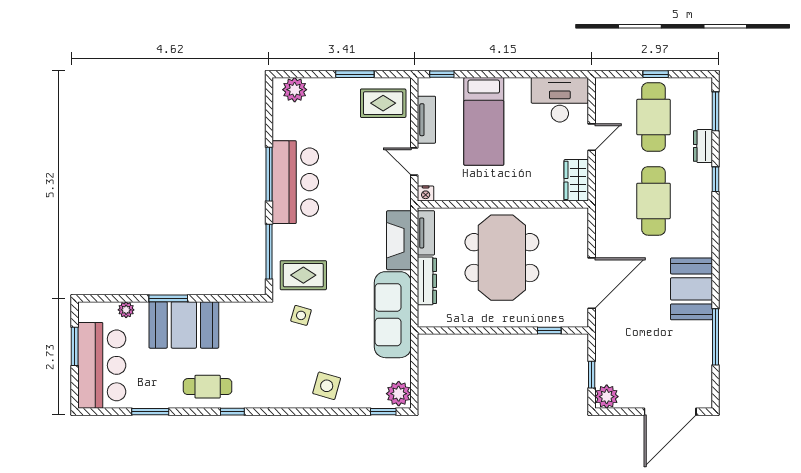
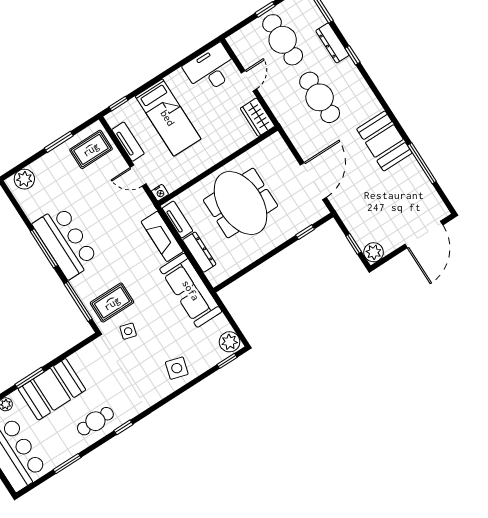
dresser: (703, 146) -> (332, 43), width x1.44

